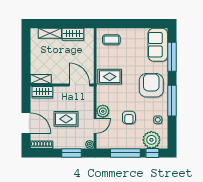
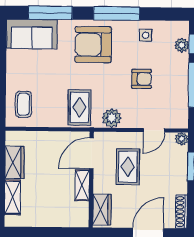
shelving: (41, 79) -> (82, 185), moved
plant: (103, 111) -> (112, 118), moved
rug: (66, 119) -> (128, 167), moved
door: (95, 126) -> (154, 130), swing flipped
plant: (151, 140) -> (182, 45), width x0.53, depth x0.53

